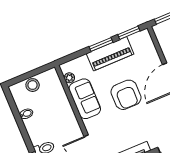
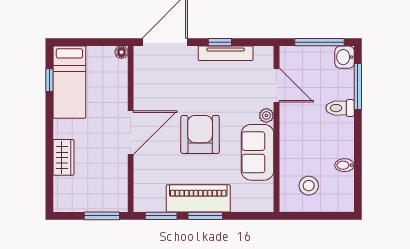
plant: (69, 78) -> (266, 115), moved
stool: (33, 85) -> (309, 186), moved

